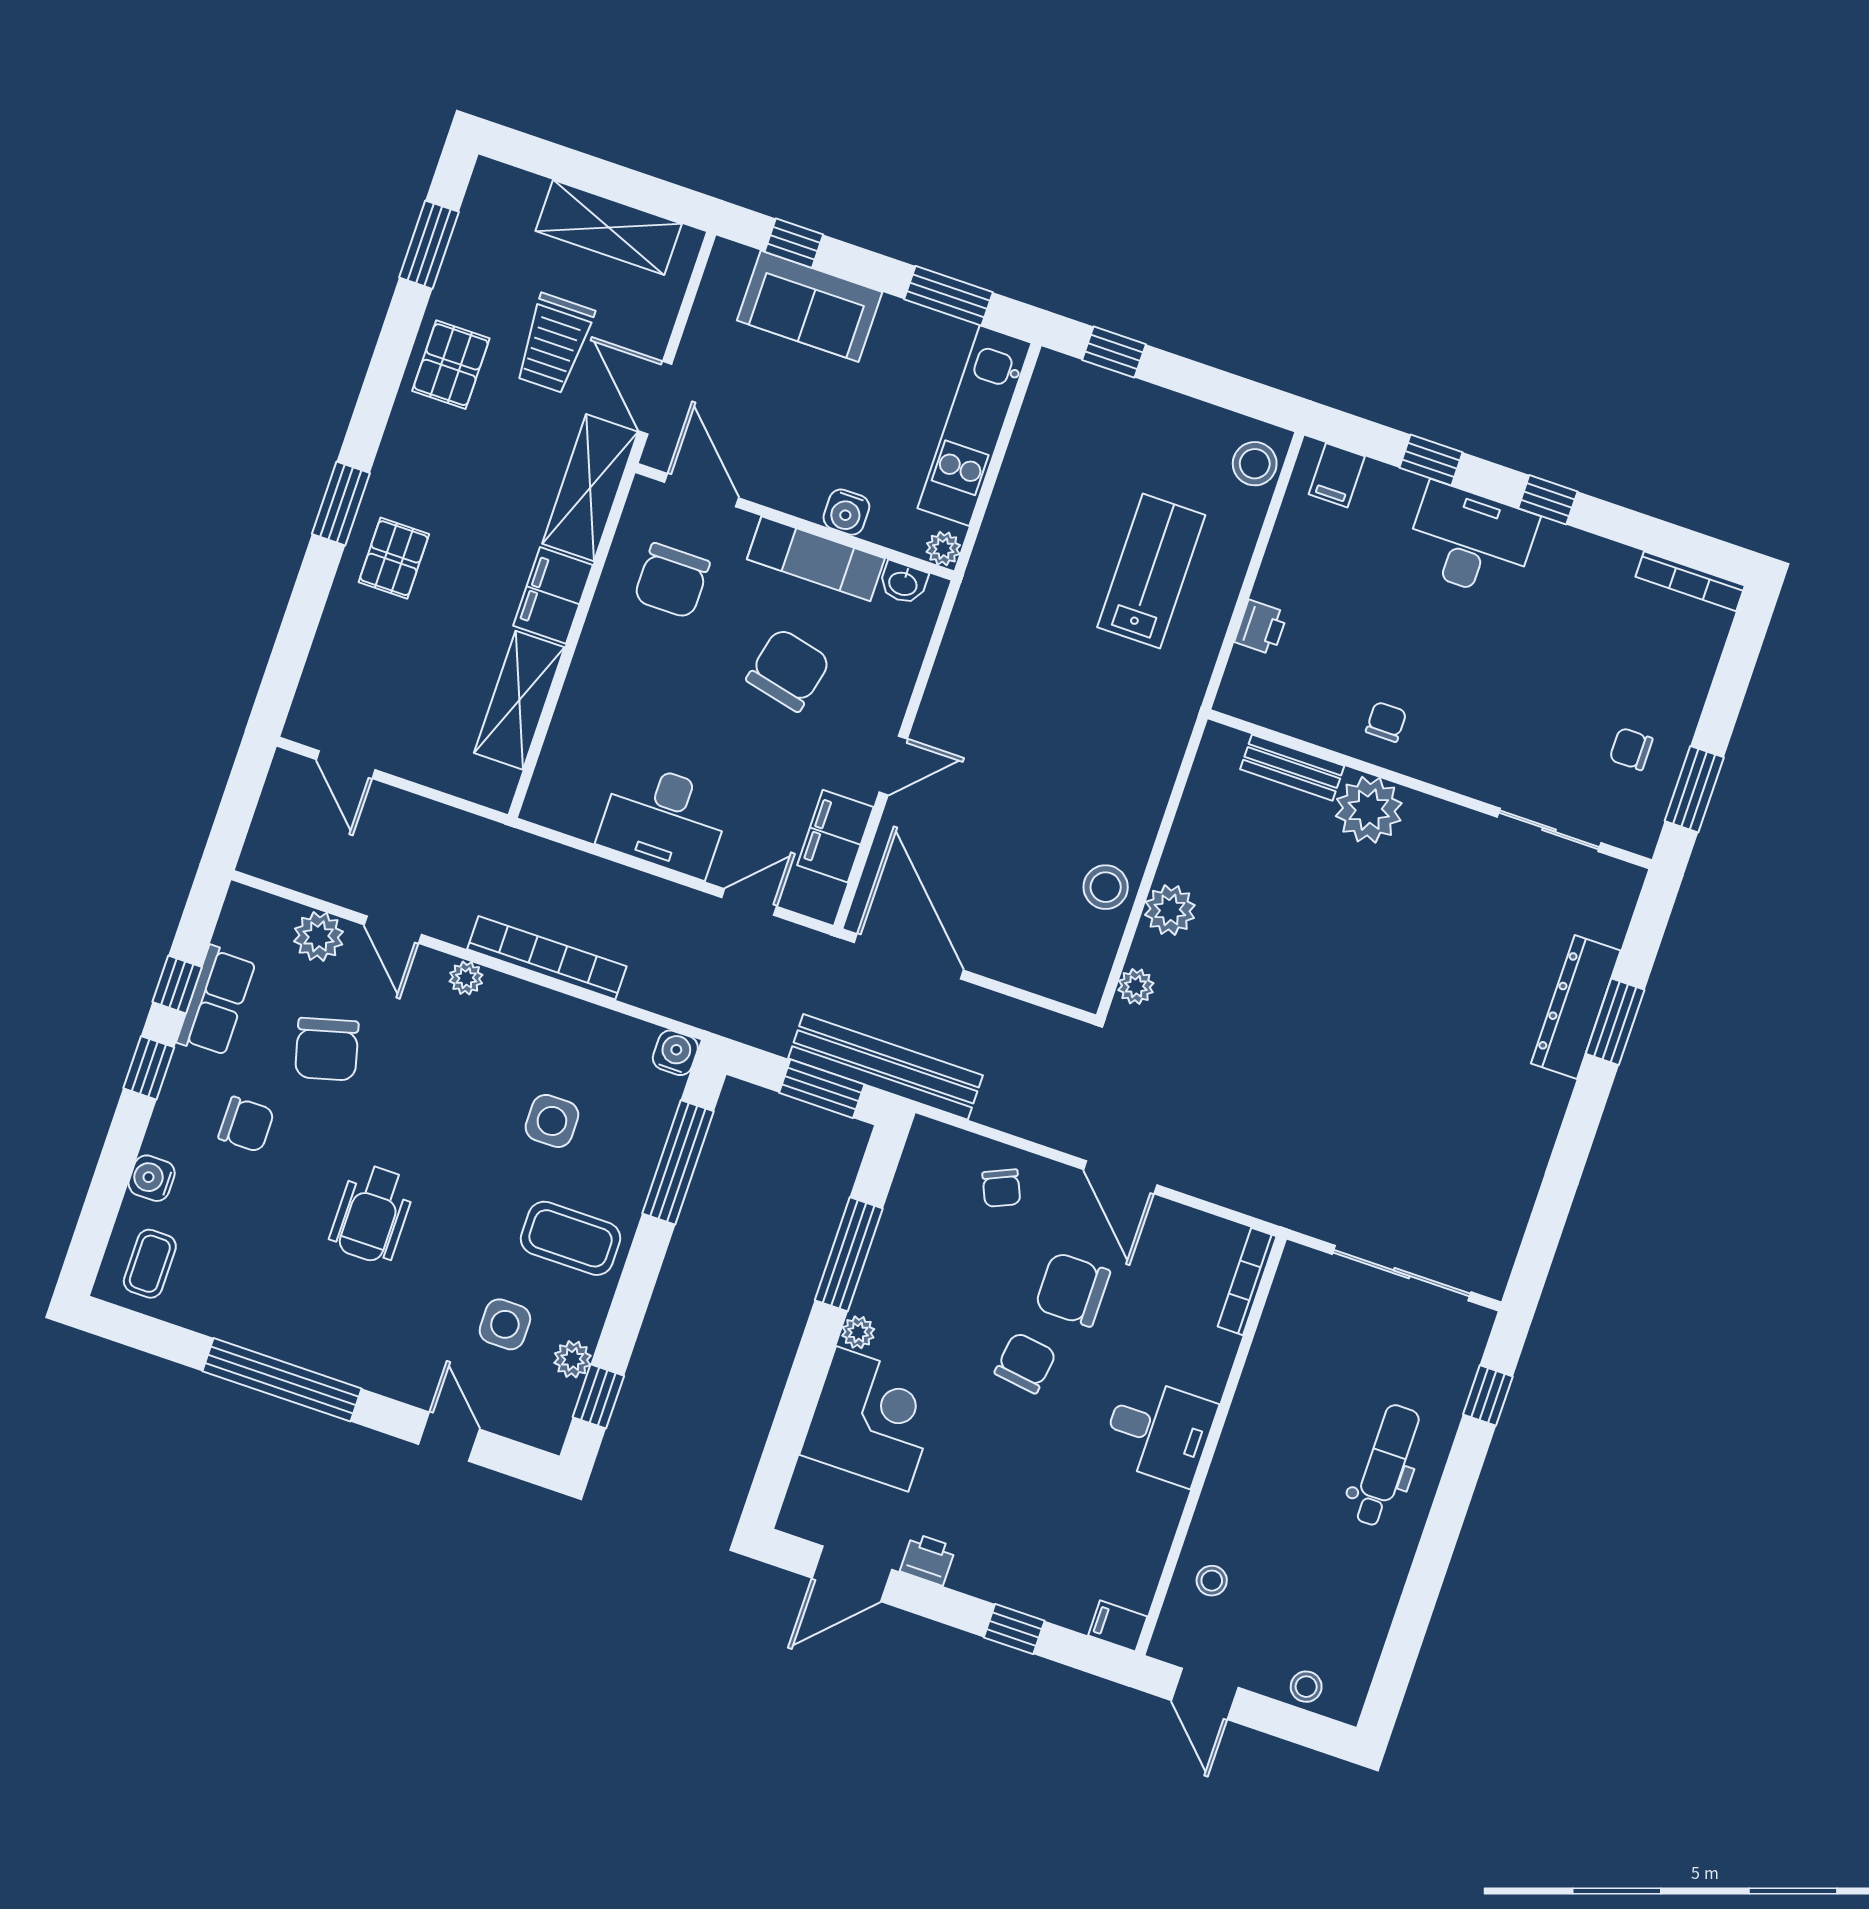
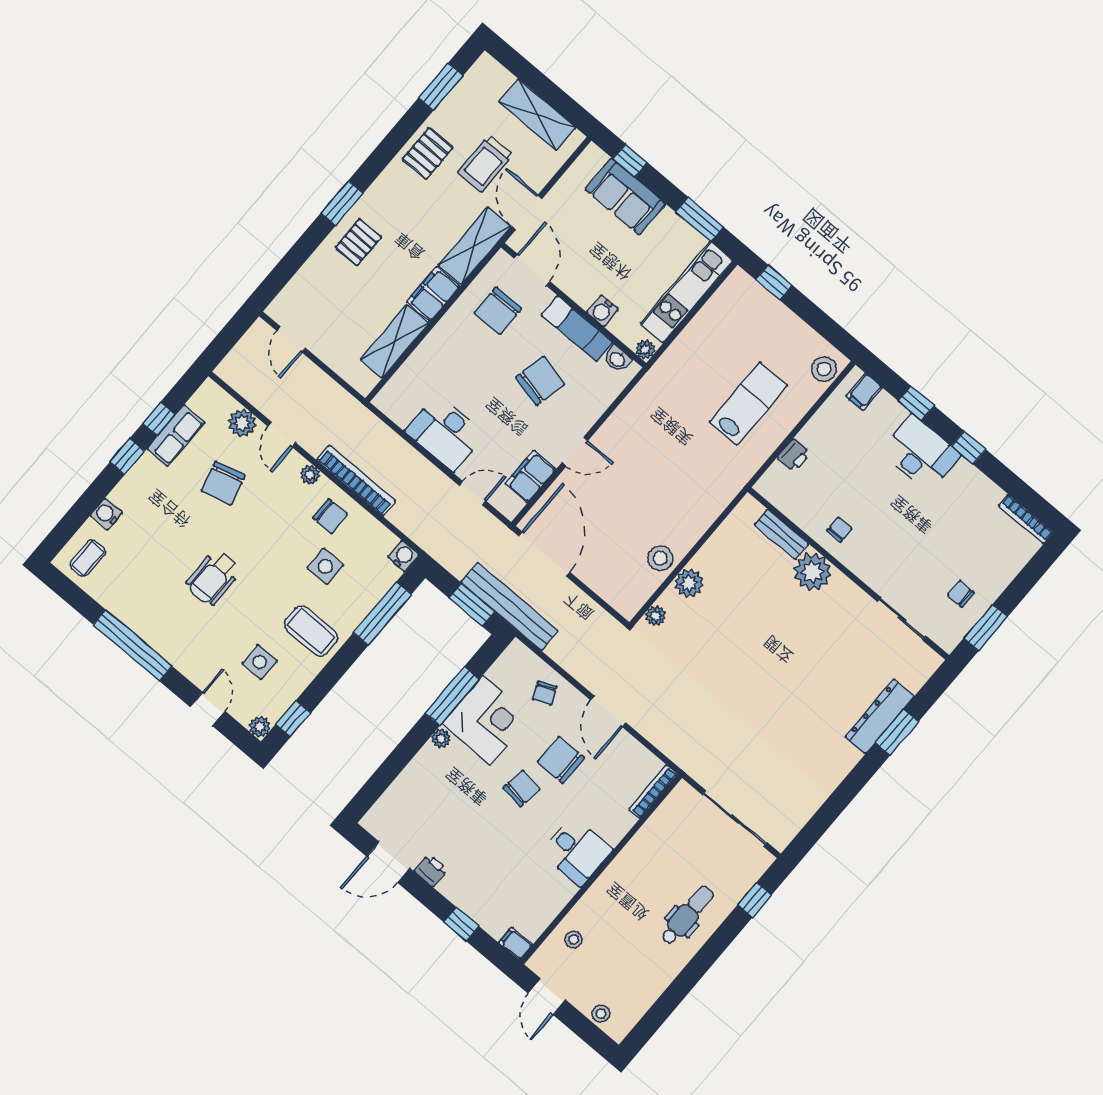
chair: (246, 1124) -> (330, 516), moved
plant: (573, 1359) -> (260, 727), moved
corner desk: (872, 1419) -> (486, 720), moved

